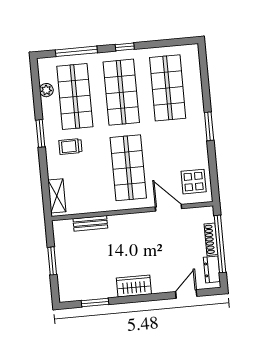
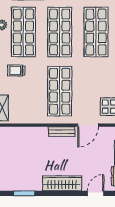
door: (168, 208) -> (88, 125), swing flipped
bench: (90, 223) -> (62, 132), moved
wardrobe: (134, 286) -> (62, 183), width x1.50

